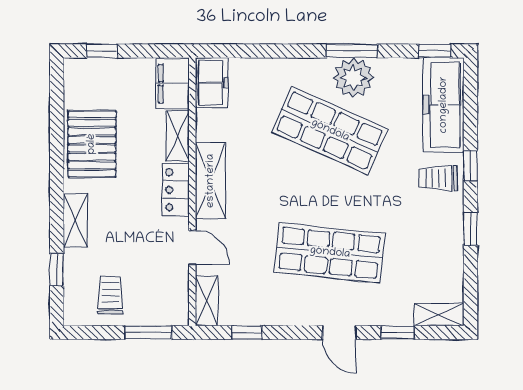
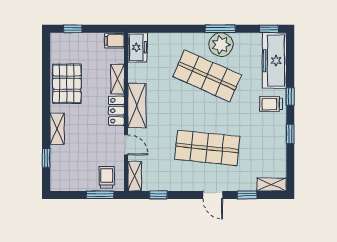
filing cabinet: (173, 84) -> (114, 41), width x0.50
trolley: (110, 295) -> (107, 177), moved

